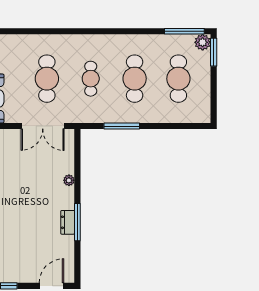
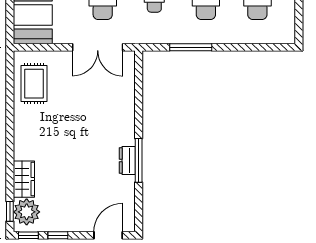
plant: (69, 180) -> (129, 111), removed

